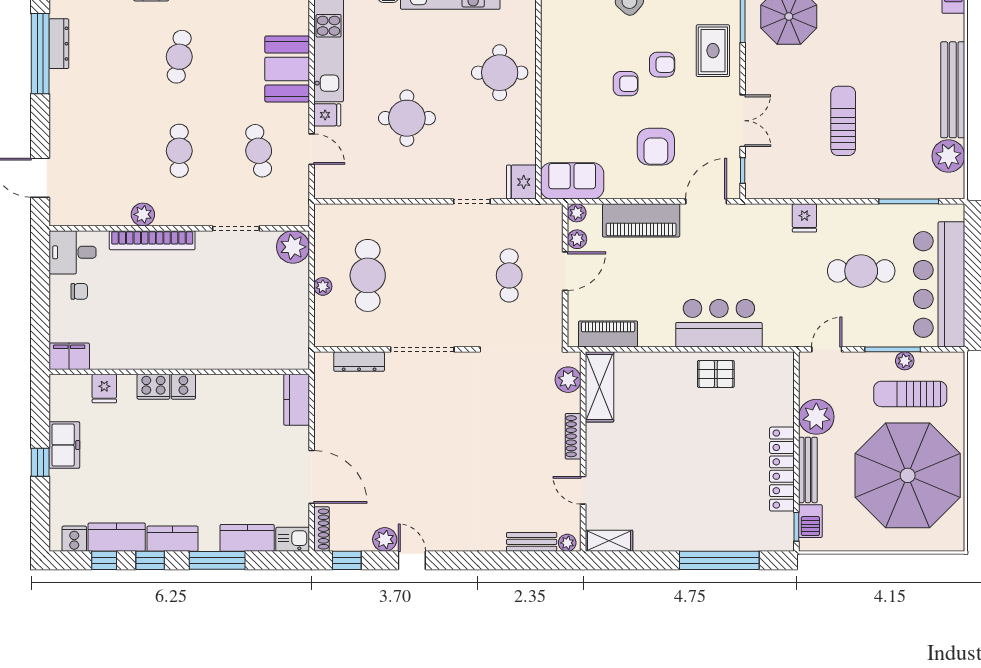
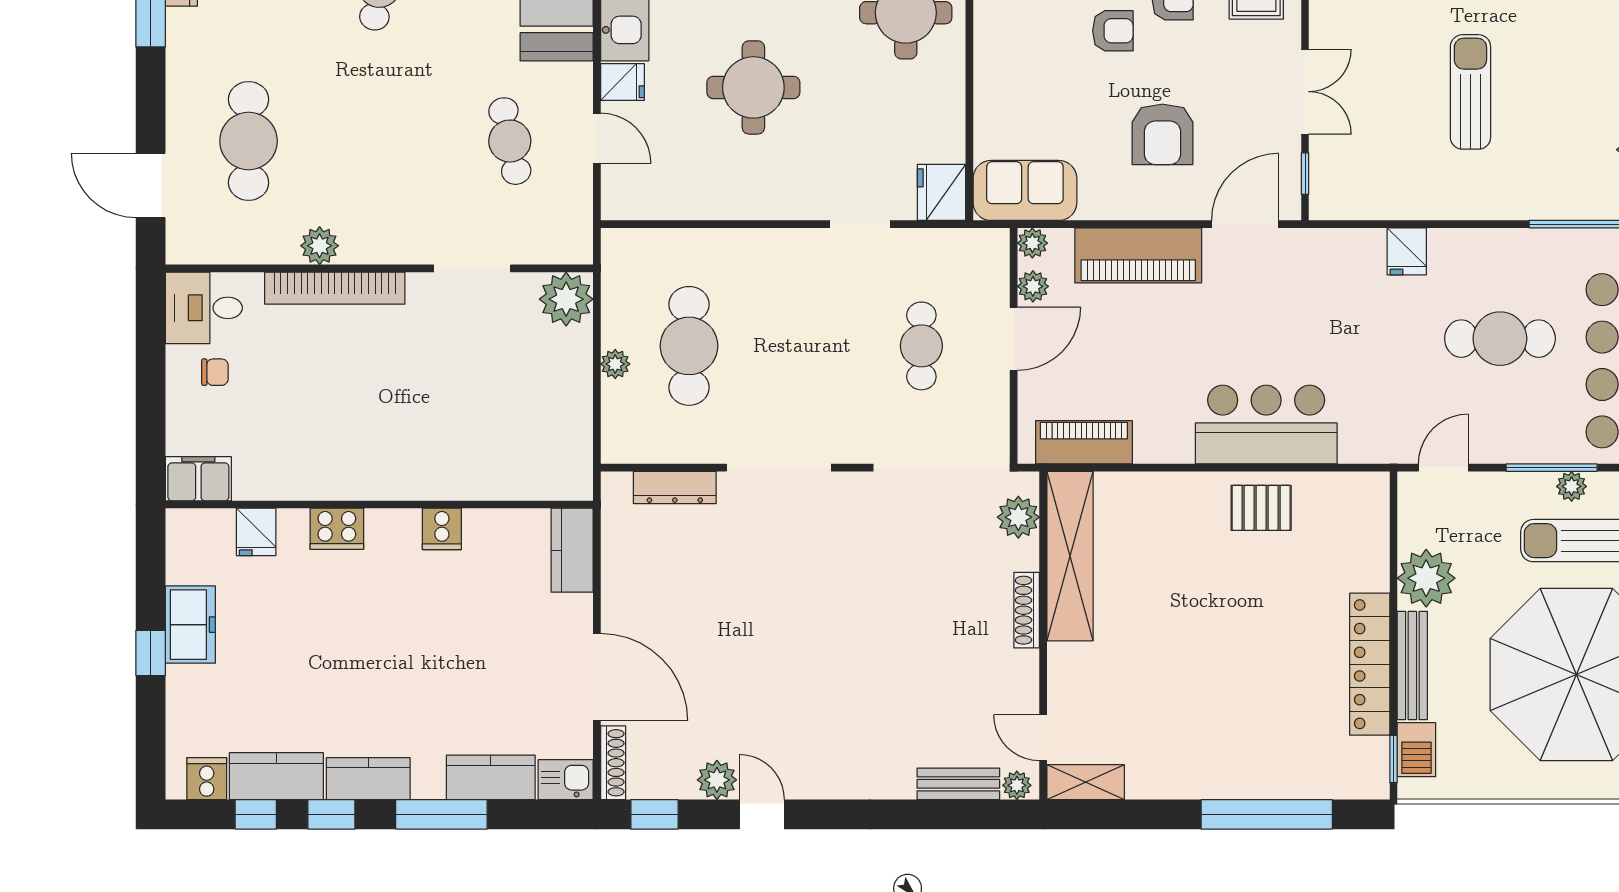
cafe table: (179, 151) -> (249, 141), moved, width x1.37, depth x1.35
cooker: (183, 387) -> (442, 529), moved
shelving: (600, 387) -> (1070, 556), width x1.47
door: (583, 490) -> (1043, 738), moved

